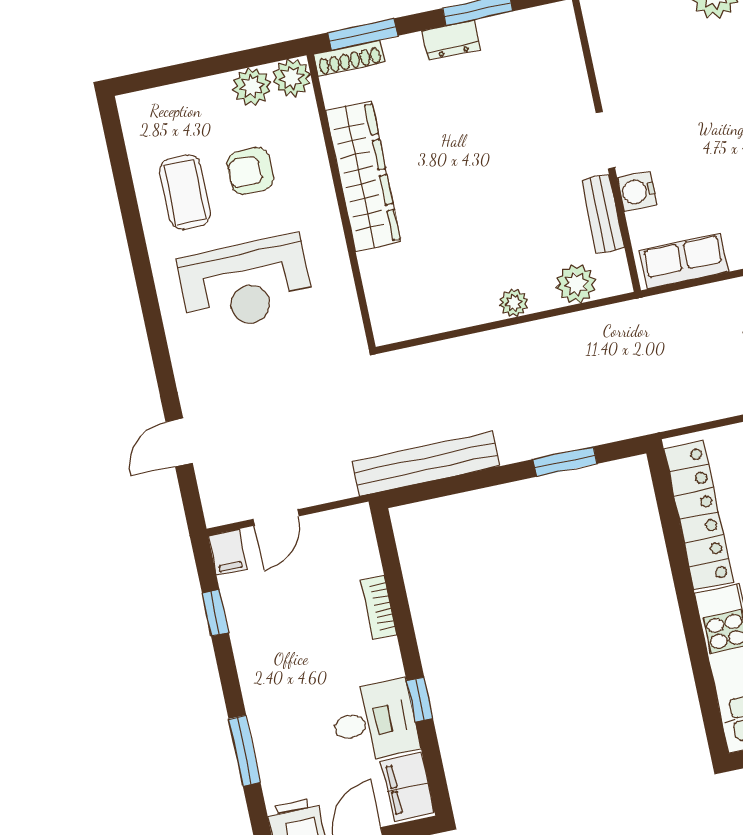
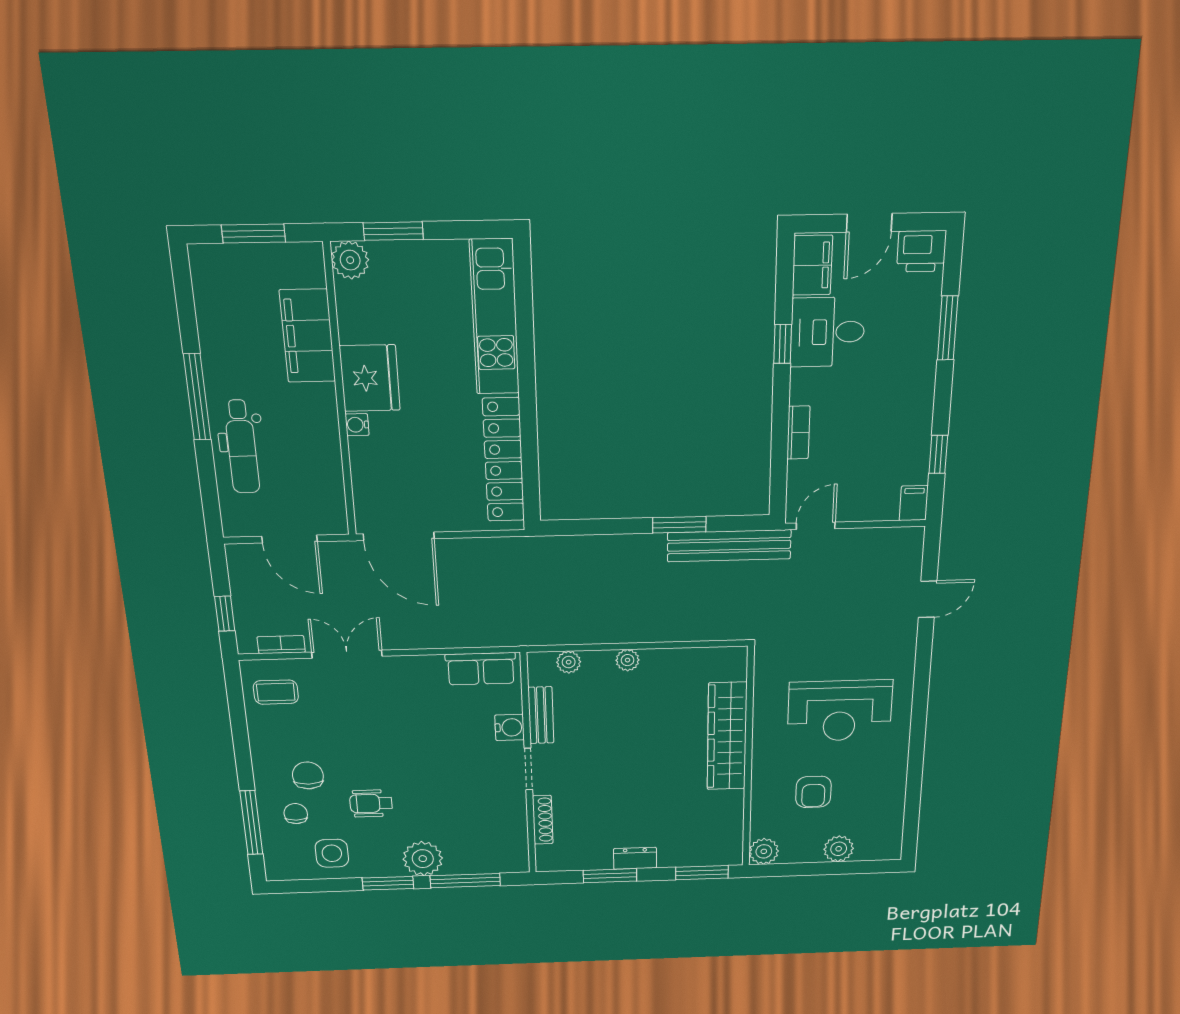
shoe rack: (349, 58) -> (543, 820), moved, turned 90
plant: (252, 86) -> (839, 849), moved
armchair: (250, 171) -> (813, 792), turned 90
wardrobe: (363, 176) -> (727, 736), moved
coffee table: (185, 192) -> (868, 785), removed
reception desk: (246, 284) -> (840, 711), turned 180
plant: (576, 284) -> (569, 662), width x0.73, depth x0.73
window: (565, 462) -> (679, 525), moved
door: (276, 518) -> (816, 526), moved

